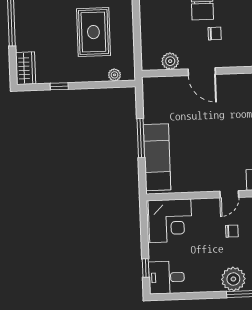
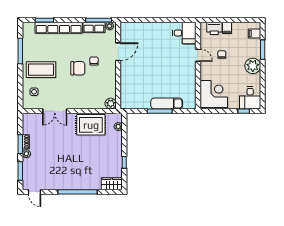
rug: (93, 32) -> (91, 125), moved
plant: (170, 61) -> (111, 104), moved
door: (202, 72) -> (118, 52), moved
exam couch: (157, 157) -> (167, 103), width x0.73, depth x0.69
plant: (233, 279) -> (253, 66), moved

